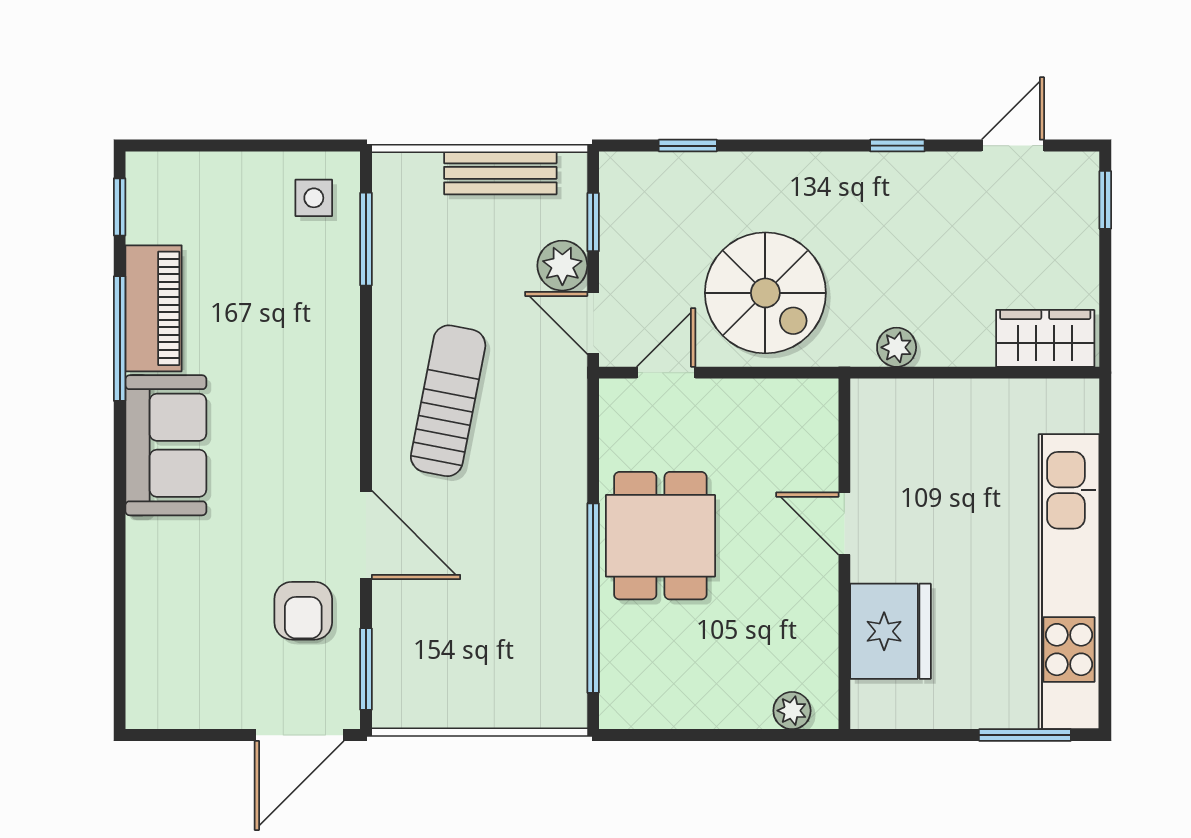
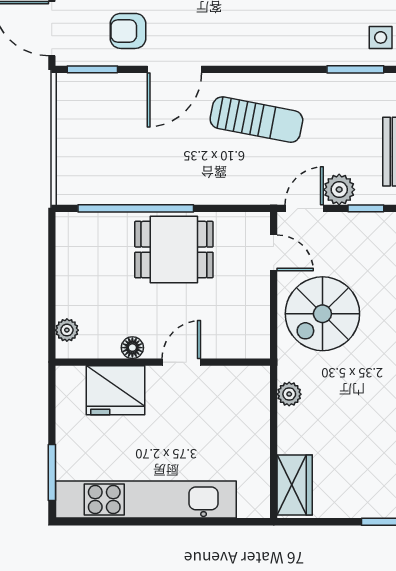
floor lamp: (821, 604) -> (132, 348), added

